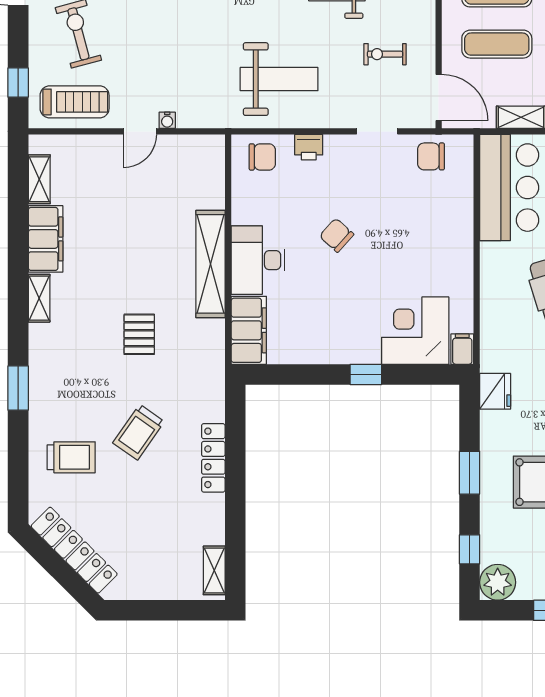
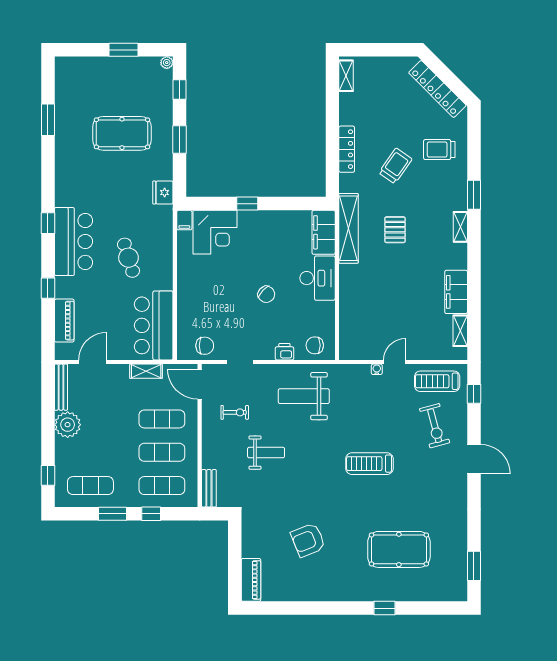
shelving: (210, 264) -> (349, 228), moved
shelving: (39, 298) -> (460, 227), moved
plant: (498, 582) -> (167, 63), width x0.53, depth x0.53

